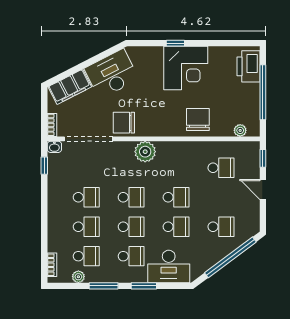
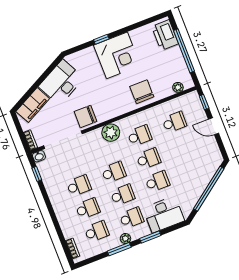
school desk: (221, 227) -> (140, 136), moved
plant: (78, 277) -> (125, 238), moved

